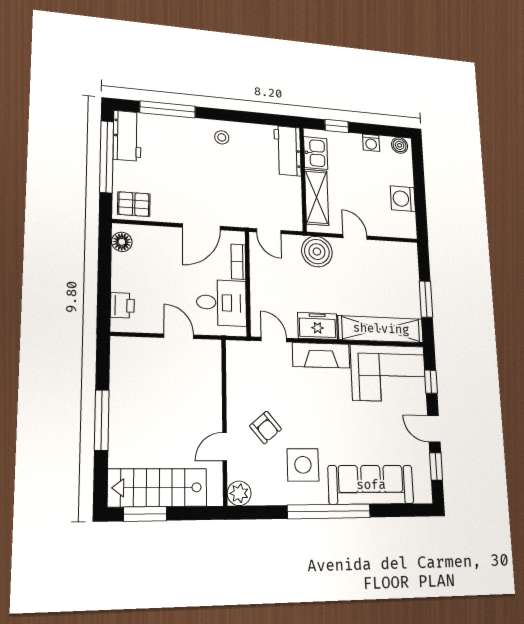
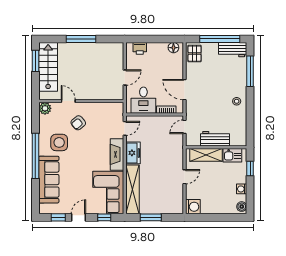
workbench: (288, 151) -> (215, 139), moved
washing machine: (403, 199) -> (193, 207), moved, turned 90
boiler: (317, 252) -> (175, 154), removed

